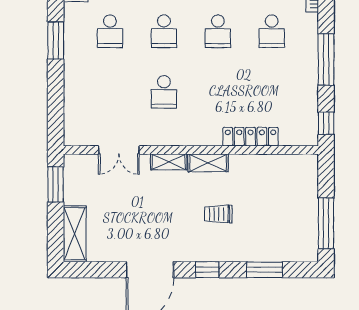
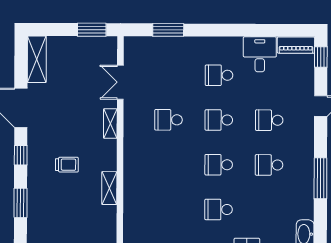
window: (56, 40) -> (168, 30), moved
locker: (251, 137) -> (131, 192), removed
shelving: (208, 163) -> (109, 188), moved
trolley: (218, 214) -> (67, 165), turned 90
shelving: (75, 234) -> (37, 59), moved, turned 90

